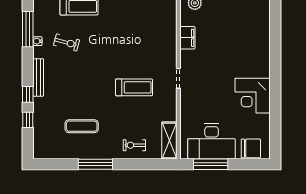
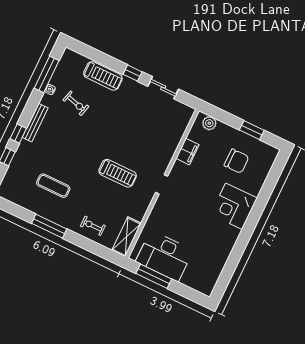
corner desk: (253, 96) -> (234, 206), moved
chair: (251, 148) -> (237, 161), moved

